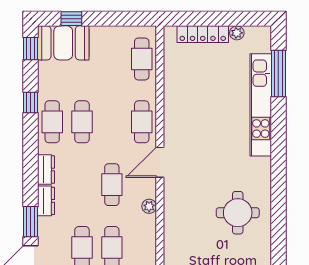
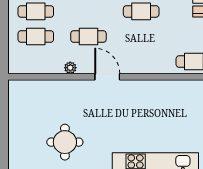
cafe table: (142, 122) -> (141, 62), removed

